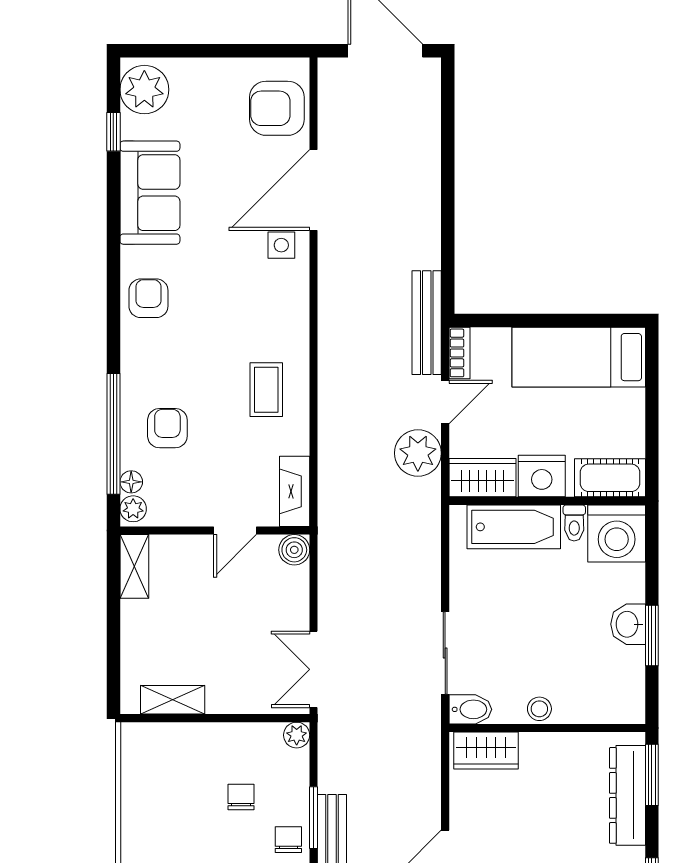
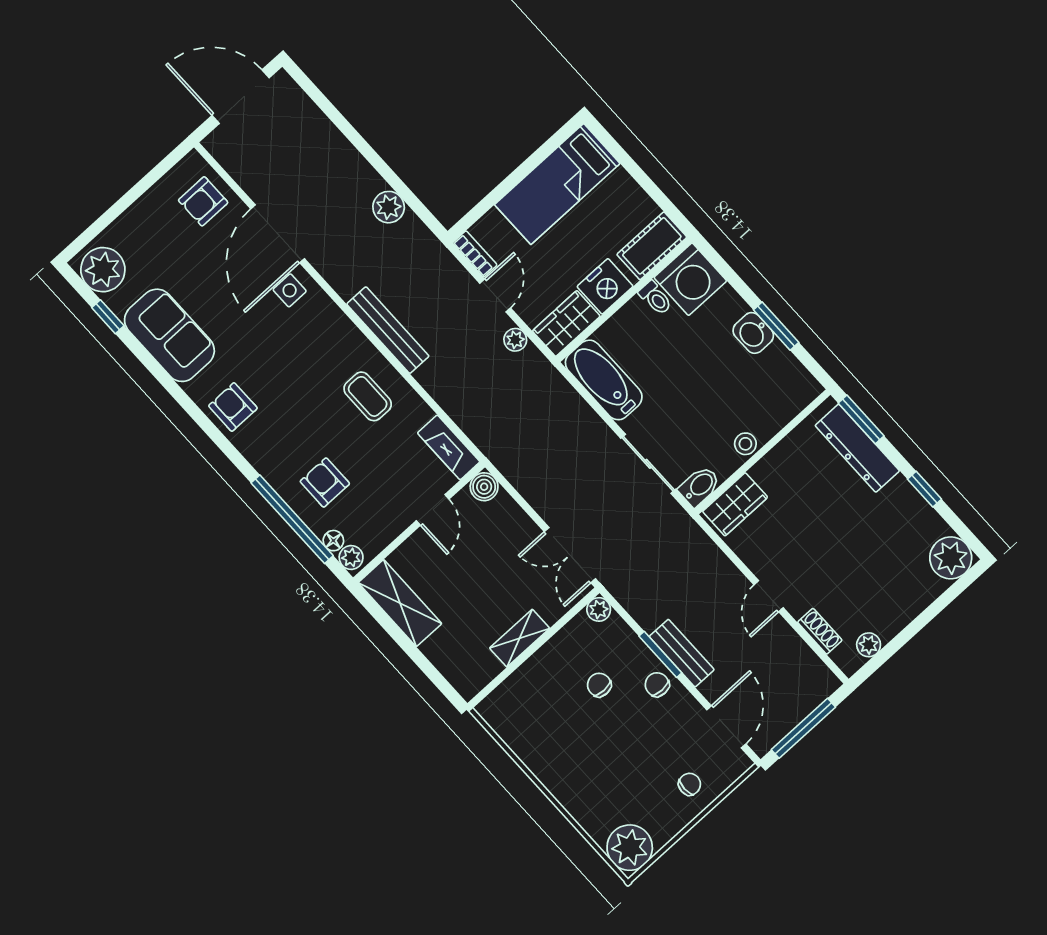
armchair: (277, 108) -> (203, 201), width x0.72, depth x0.72
plant: (424, 251) -> (389, 207), added
bench: (427, 323) -> (388, 330), moved
plant: (418, 453) -> (515, 340), width x0.53, depth x0.53
bathtub: (514, 527) -> (604, 380), moved, turned -90
shelving: (134, 566) -> (400, 603), width x1.50, depth x1.33
shelving: (173, 700) -> (520, 638), moved

